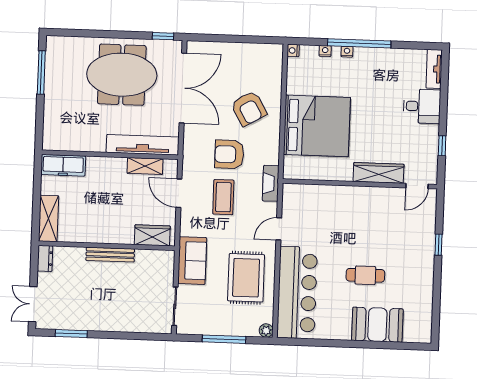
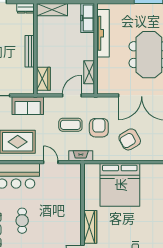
tv unit: (143, 145) -> (103, 33), moved

